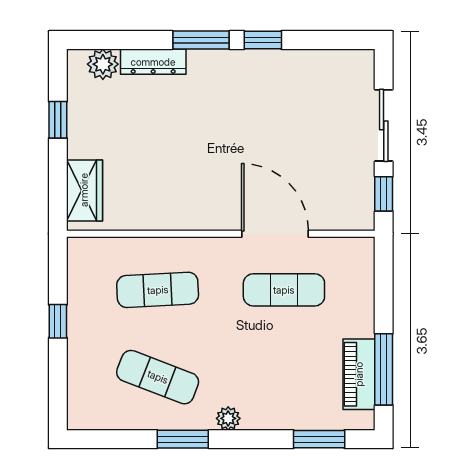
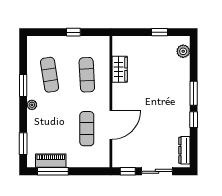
dresser: (153, 62) -> (184, 150), moved
wardrobe: (84, 190) -> (120, 69), moved, turned -90
exercise mat: (158, 377) -> (50, 75), turned -30

